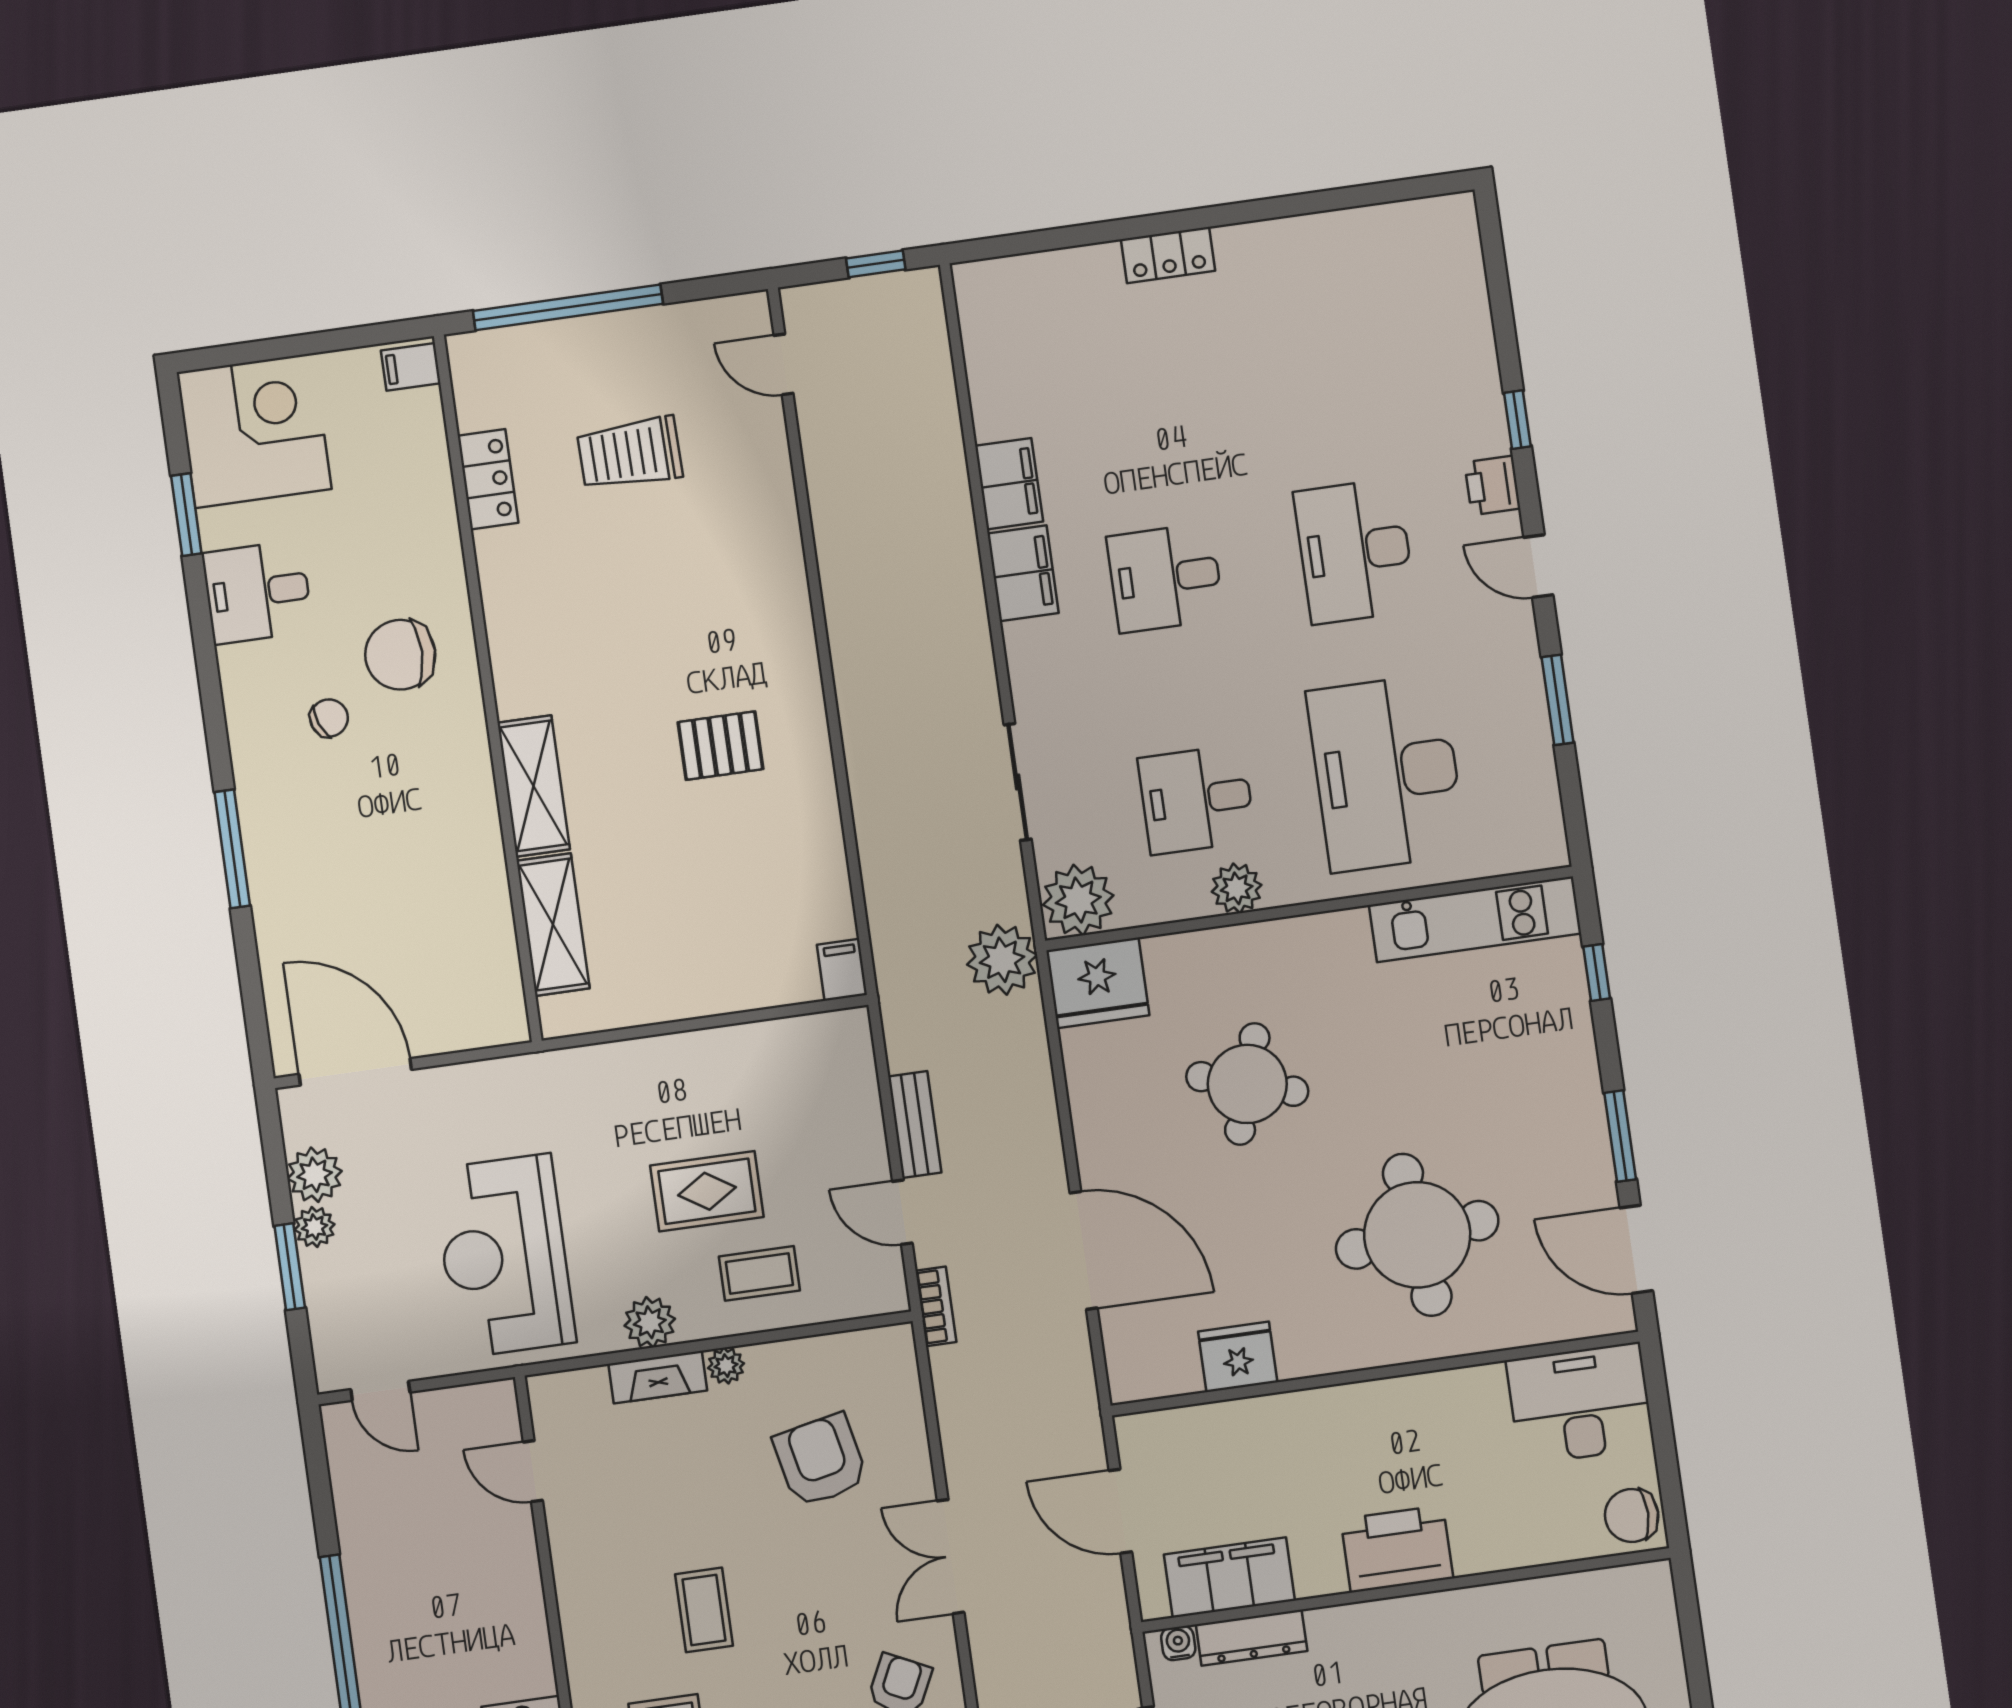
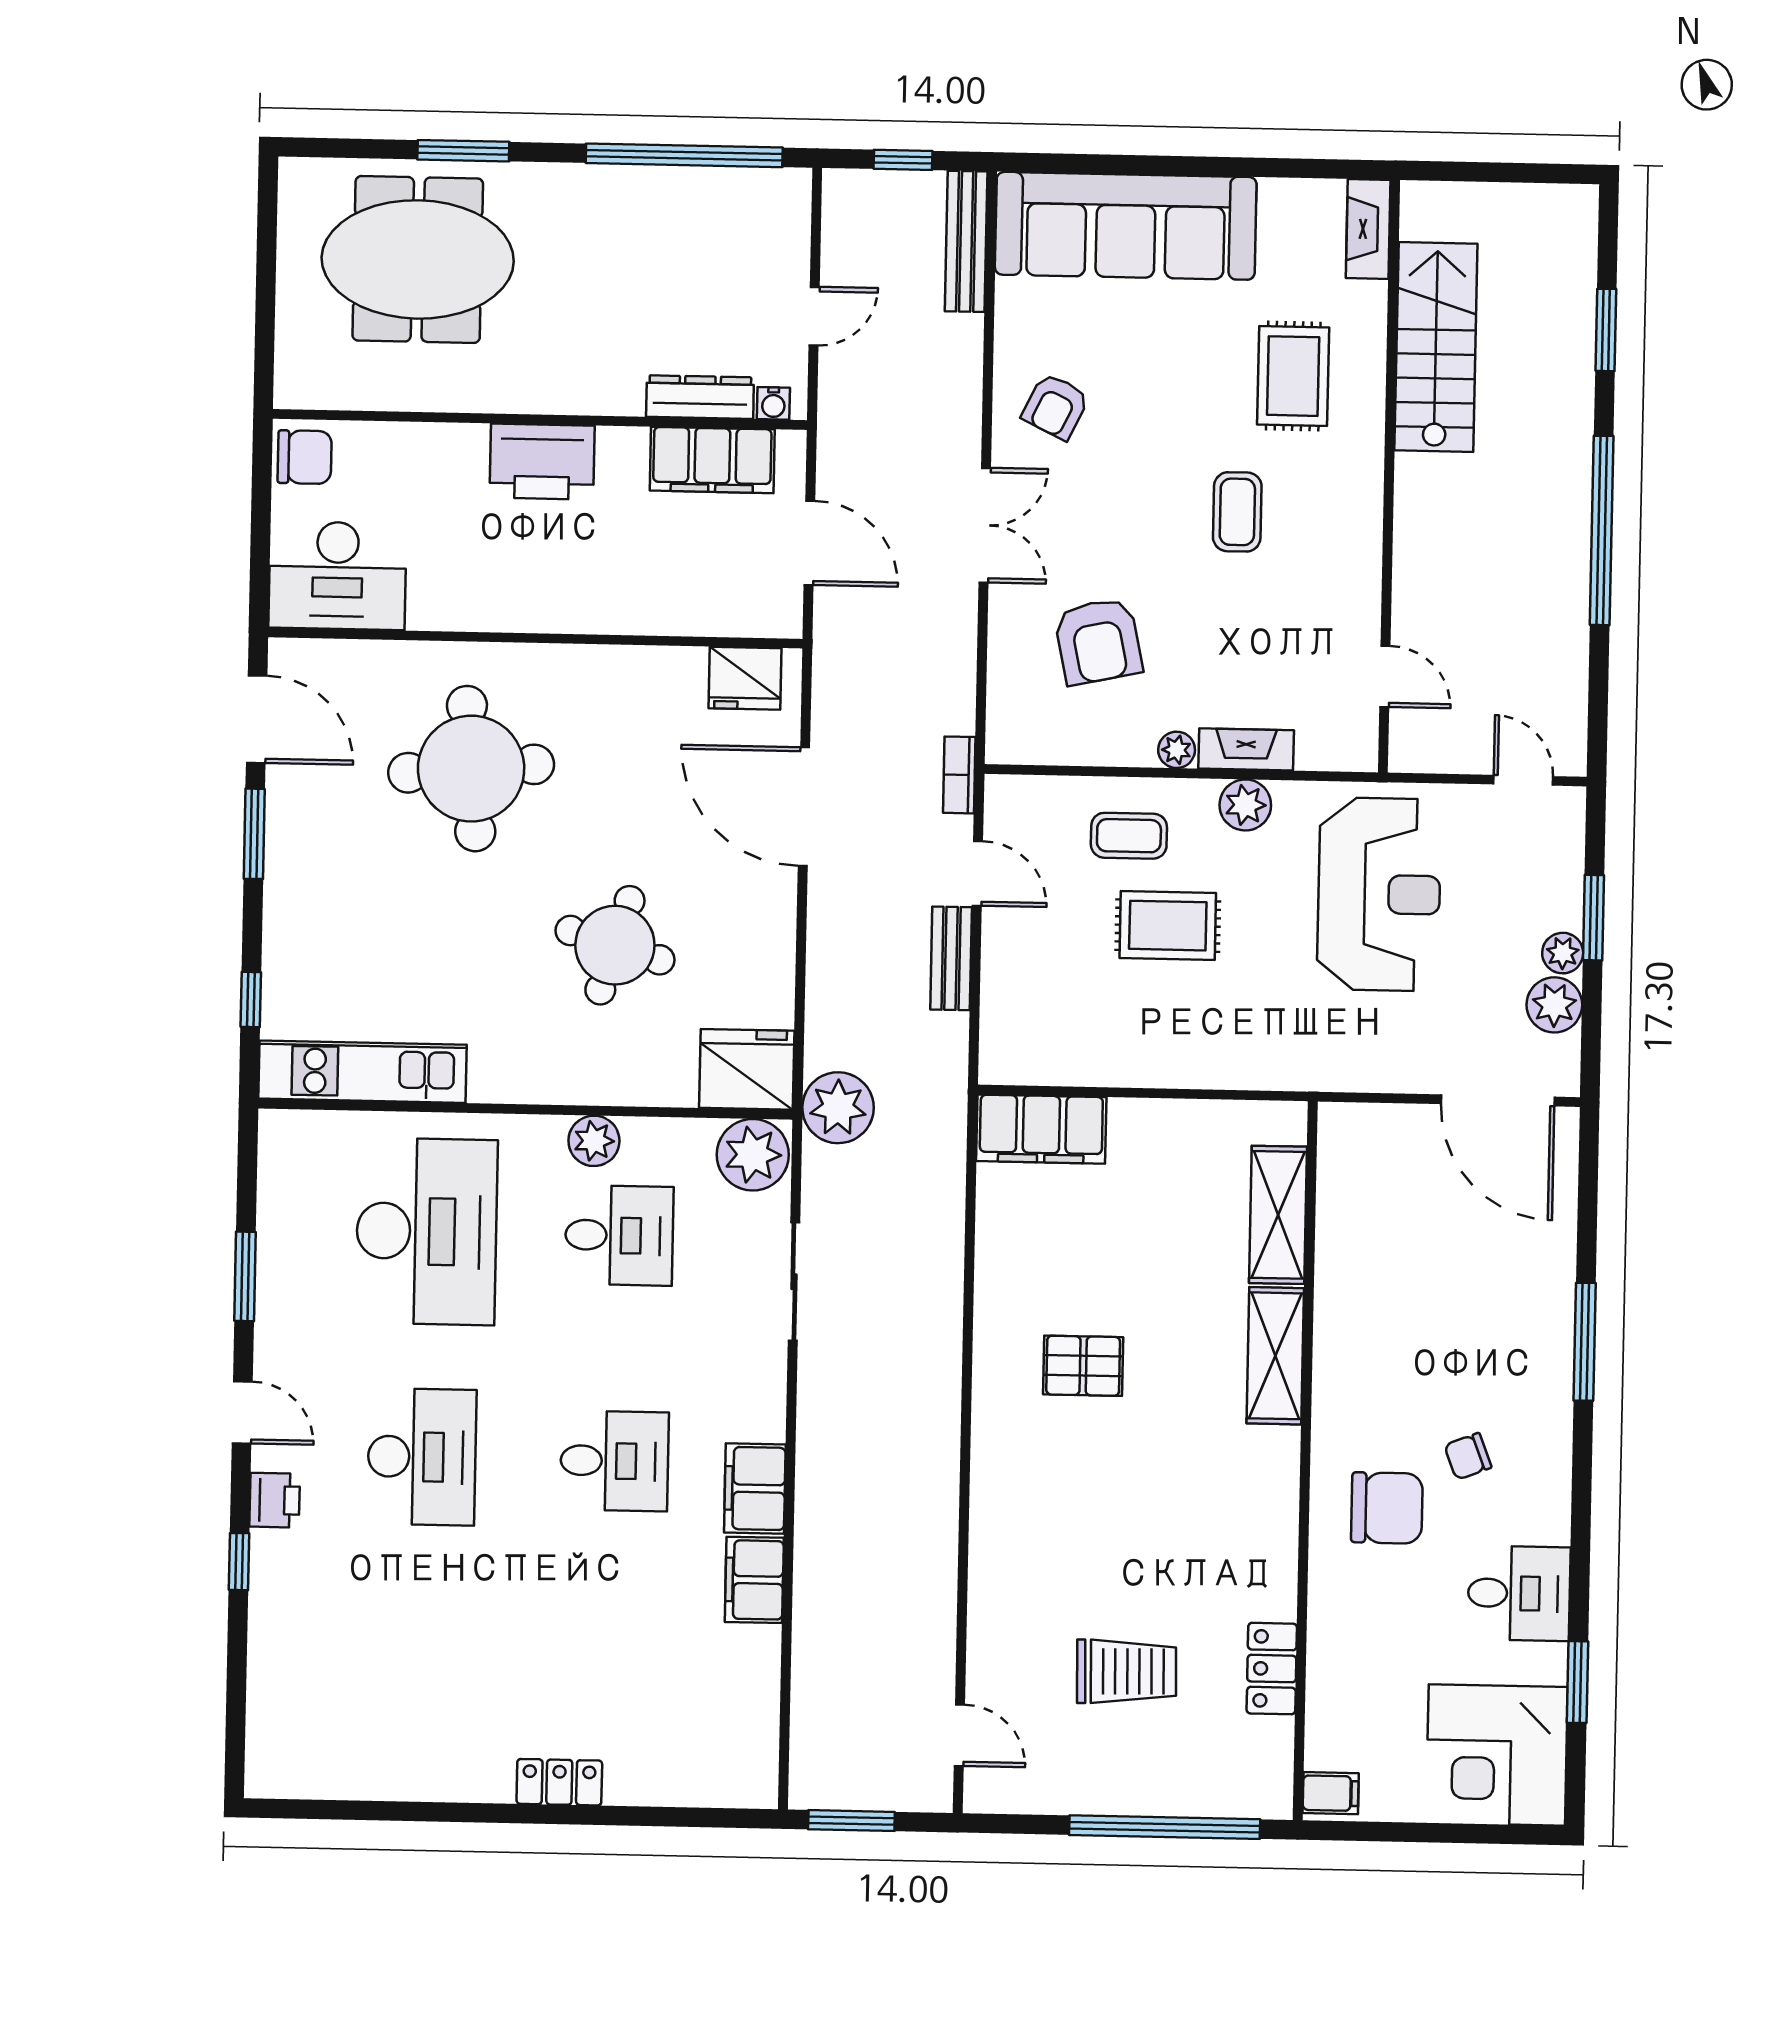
window: (876, 264) -> (851, 1821), width x1.50
filing cabinet: (842, 970) -> (1041, 1129), width x3.00, depth x1.17
fridge: (1238, 1357) -> (745, 678), moved

